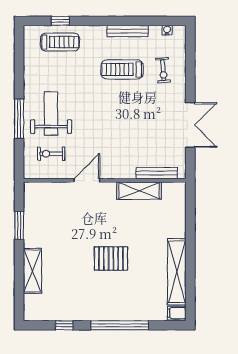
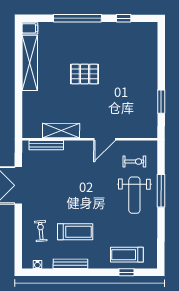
shelving: (33, 271) -> (150, 64), removed

